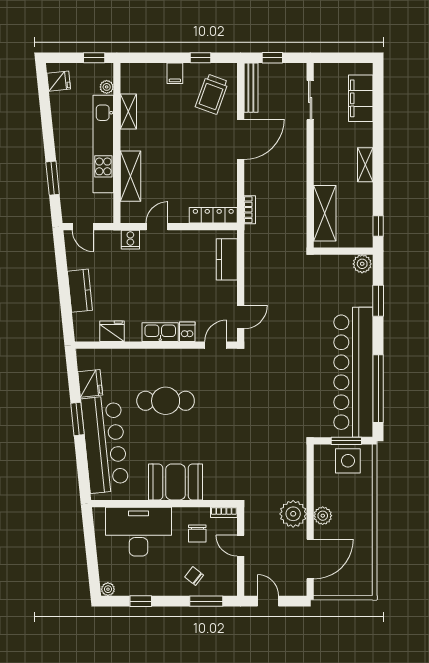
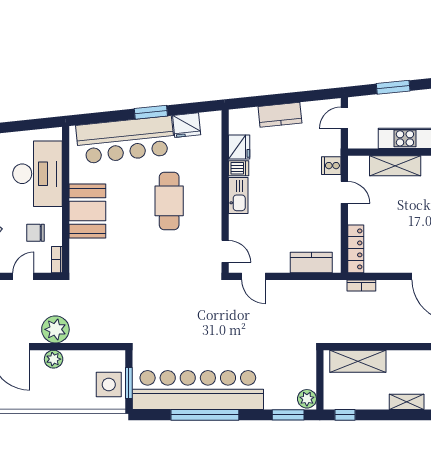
window: (378, 301) -> (288, 415), moved
dishwasher: (187, 332) -> (239, 168), moved
window: (378, 389) -> (205, 415), moved

